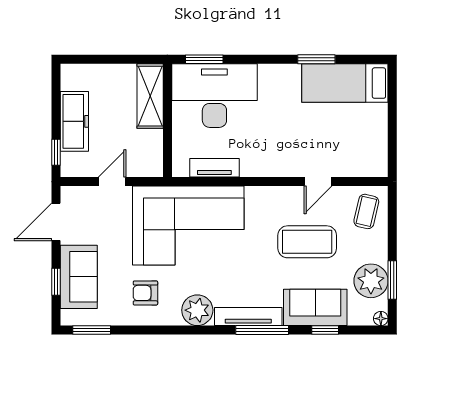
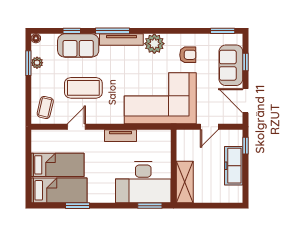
bed: (347, 123) -> (58, 165), added
tv unit: (214, 168) -> (120, 136), moved
door: (56, 222) -> (246, 101), swing flipped
plant: (371, 281) -> (37, 63), width x0.53, depth x0.53

